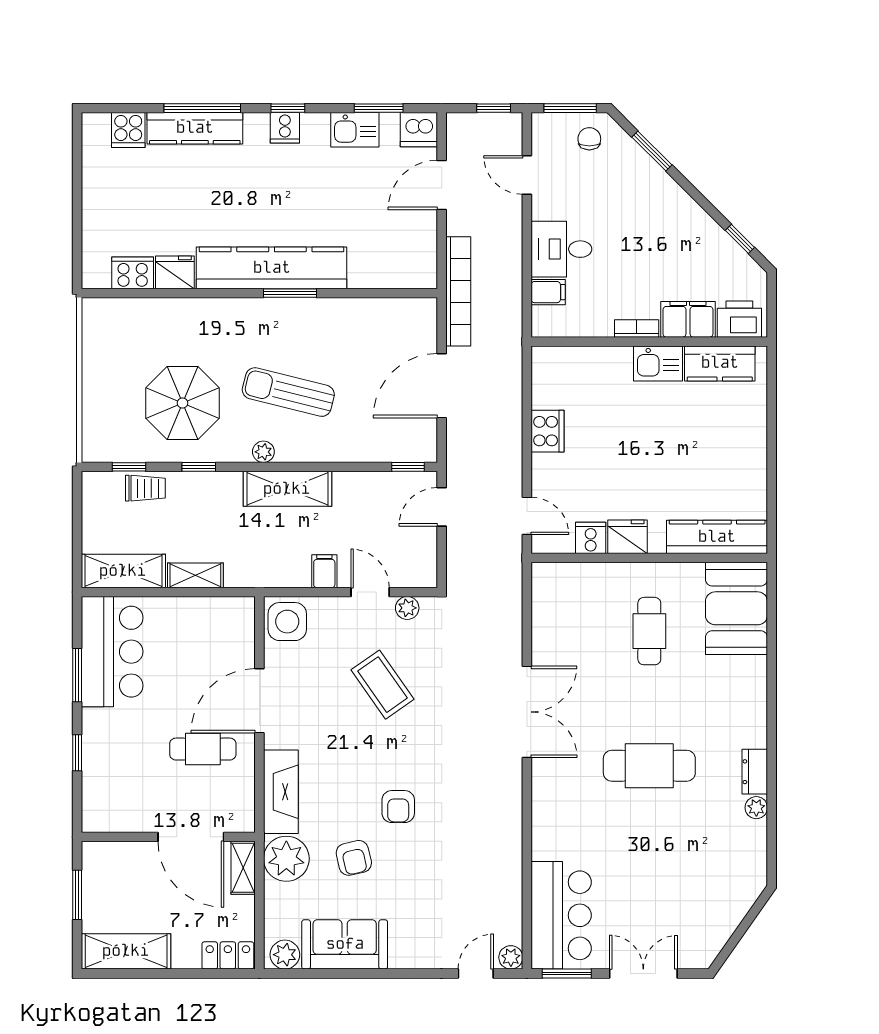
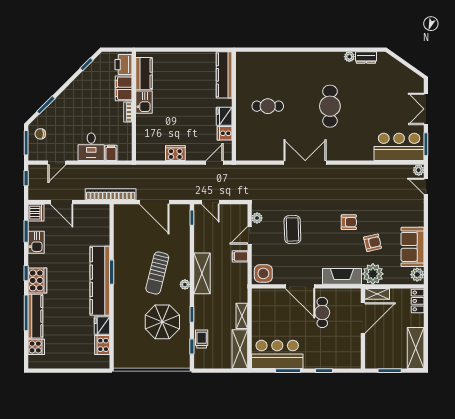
cooker: (285, 128) -> (37, 280), width x1.87, depth x1.31
booth: (736, 608) -> (257, 66), removed
coffee table: (382, 685) -> (292, 229), turned -57
dresser: (755, 772) -> (366, 57), moved

